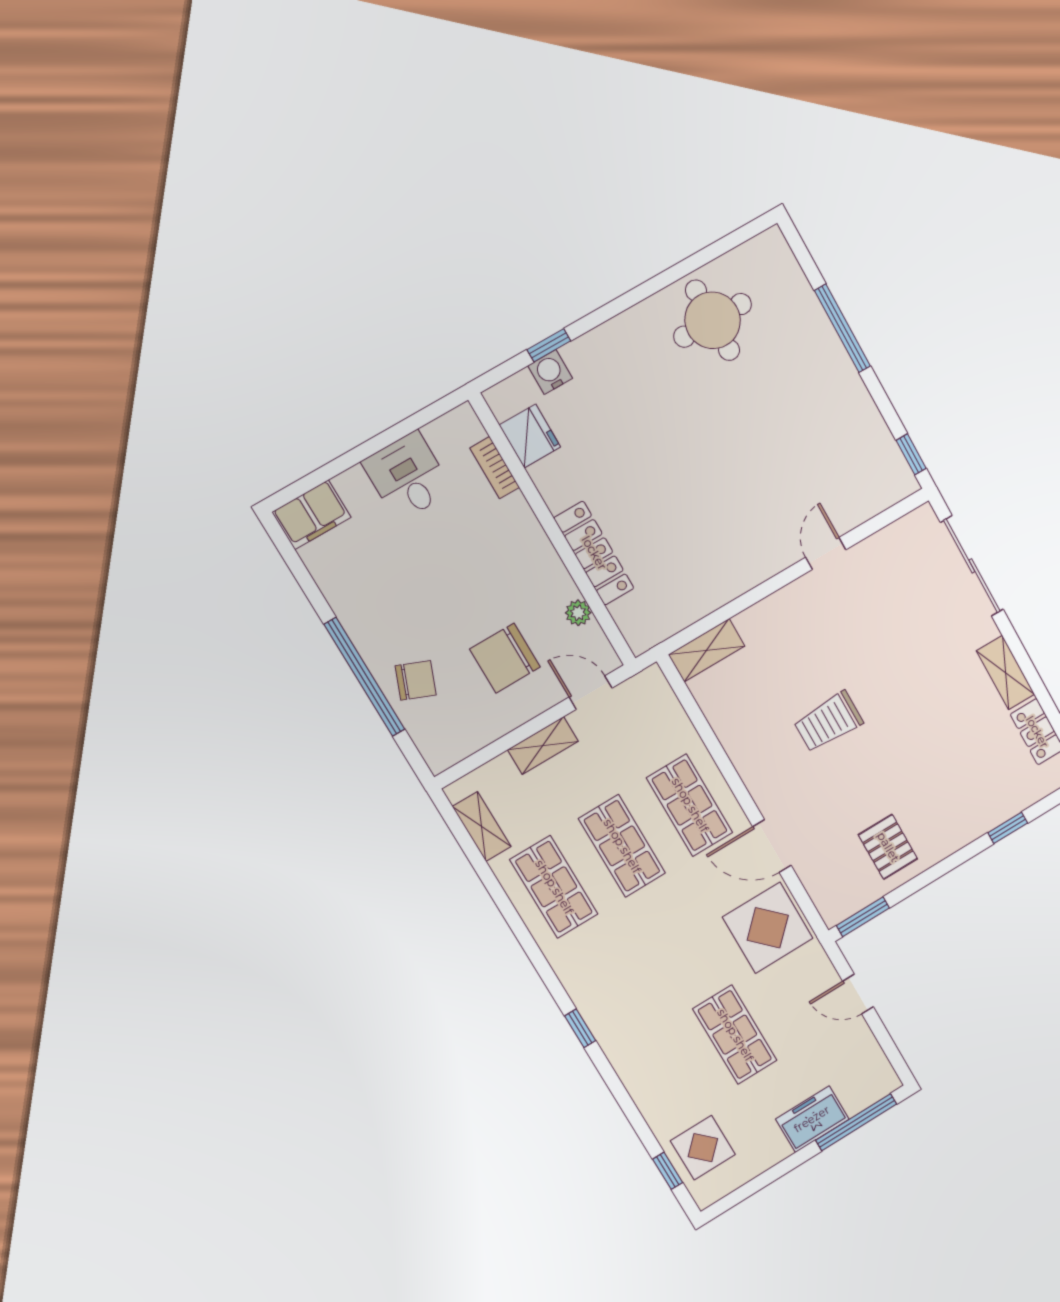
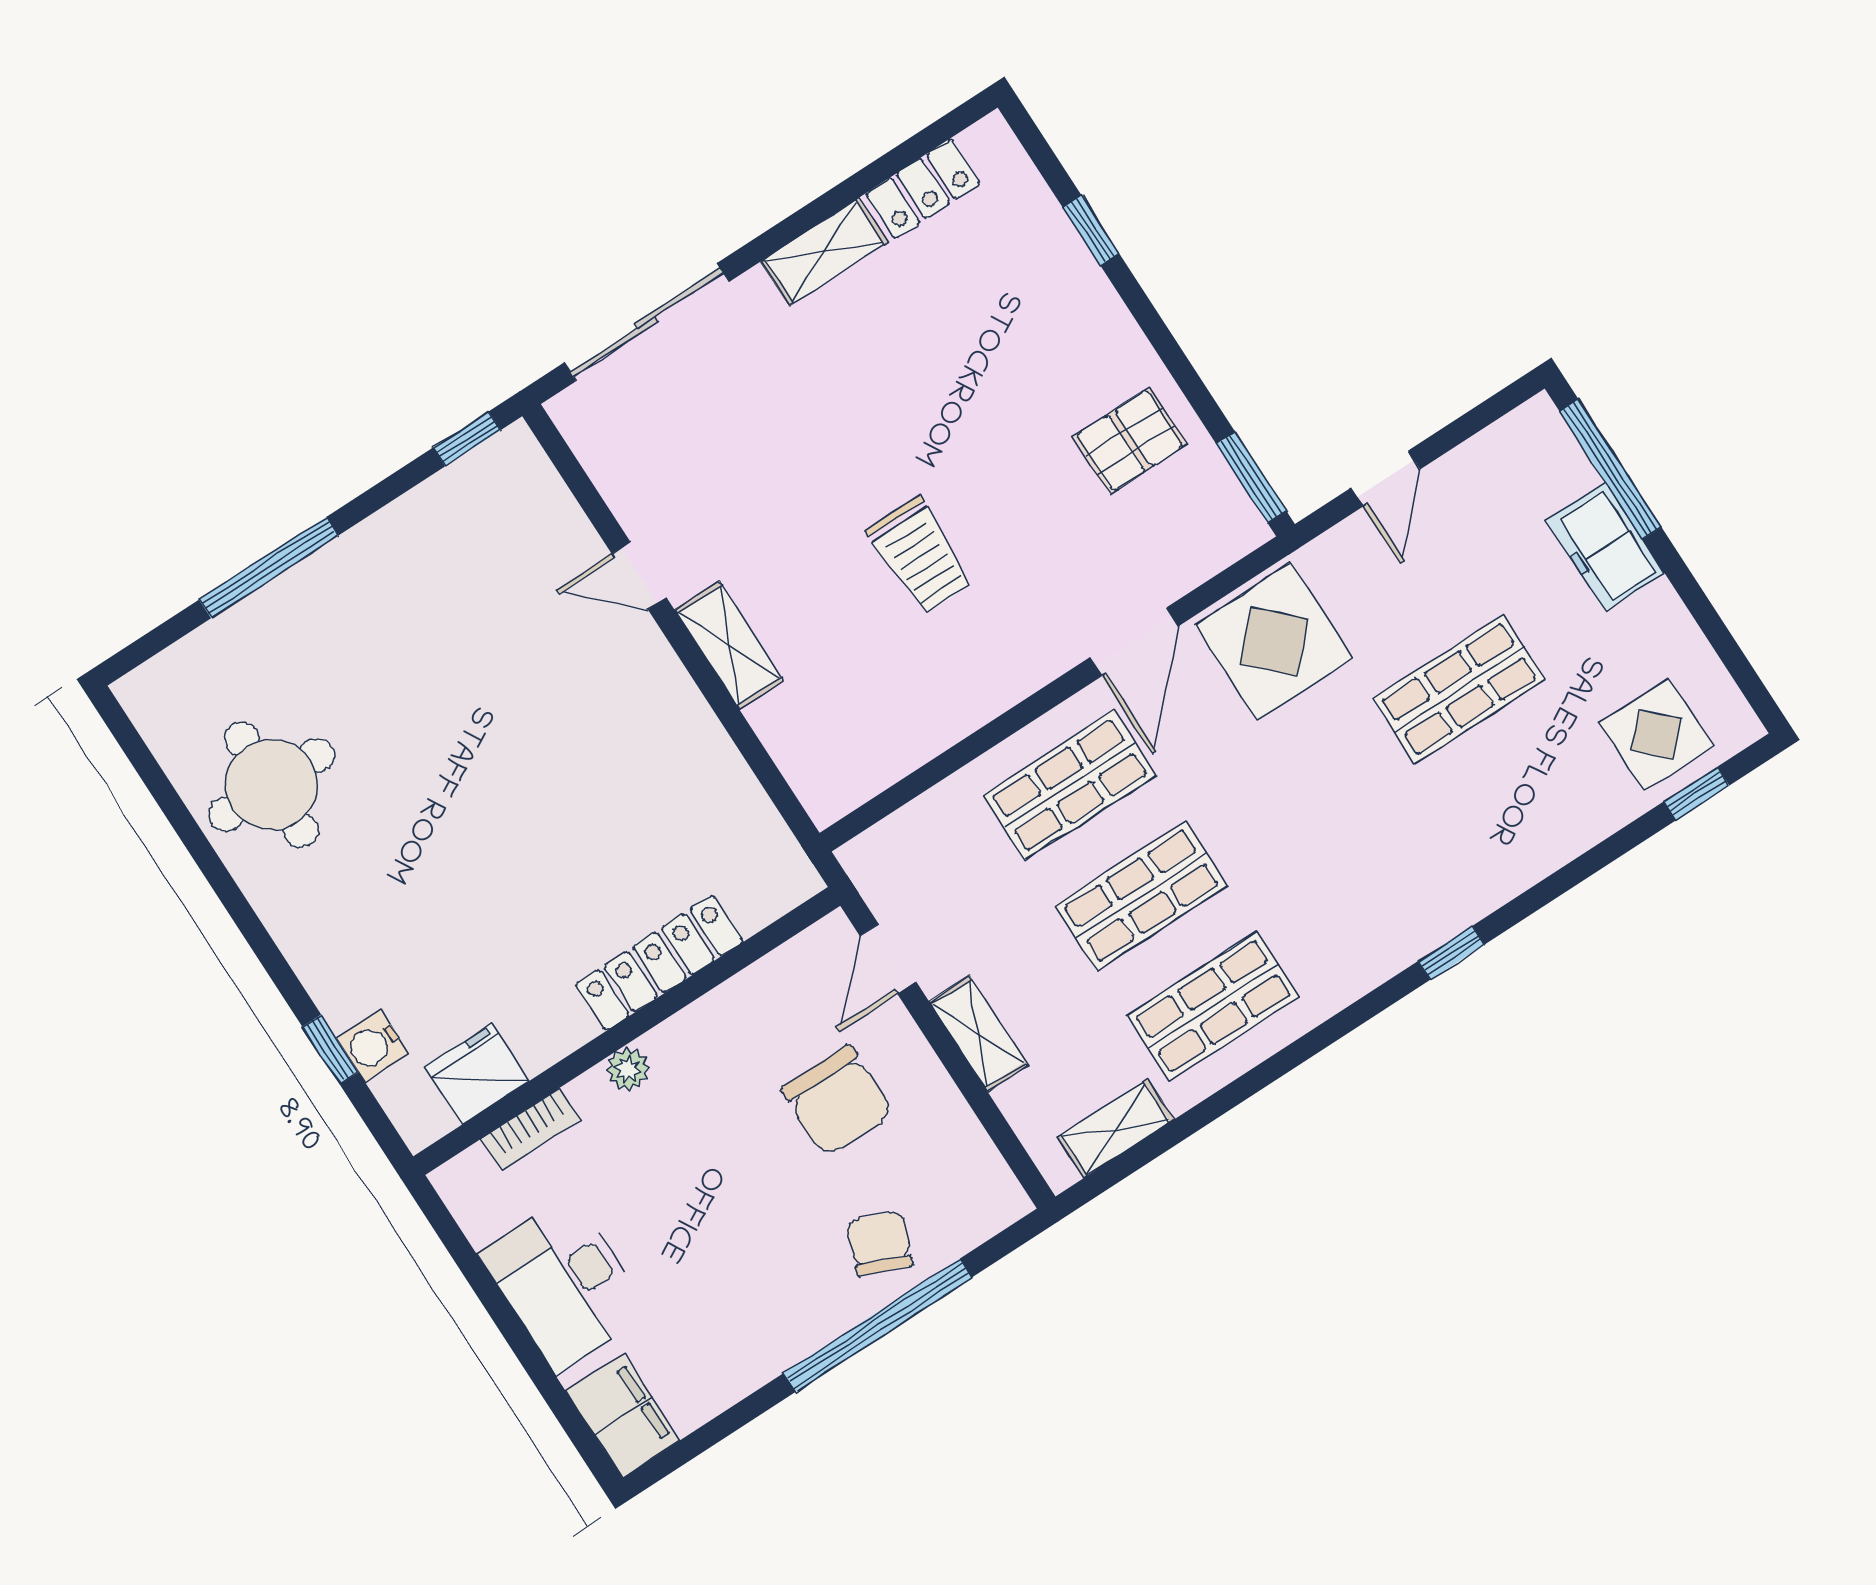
desk: (408, 476) -> (564, 1284), width x1.37
plant: (578, 613) -> (628, 1069), moved
shelving: (707, 650) -> (729, 645), moved

